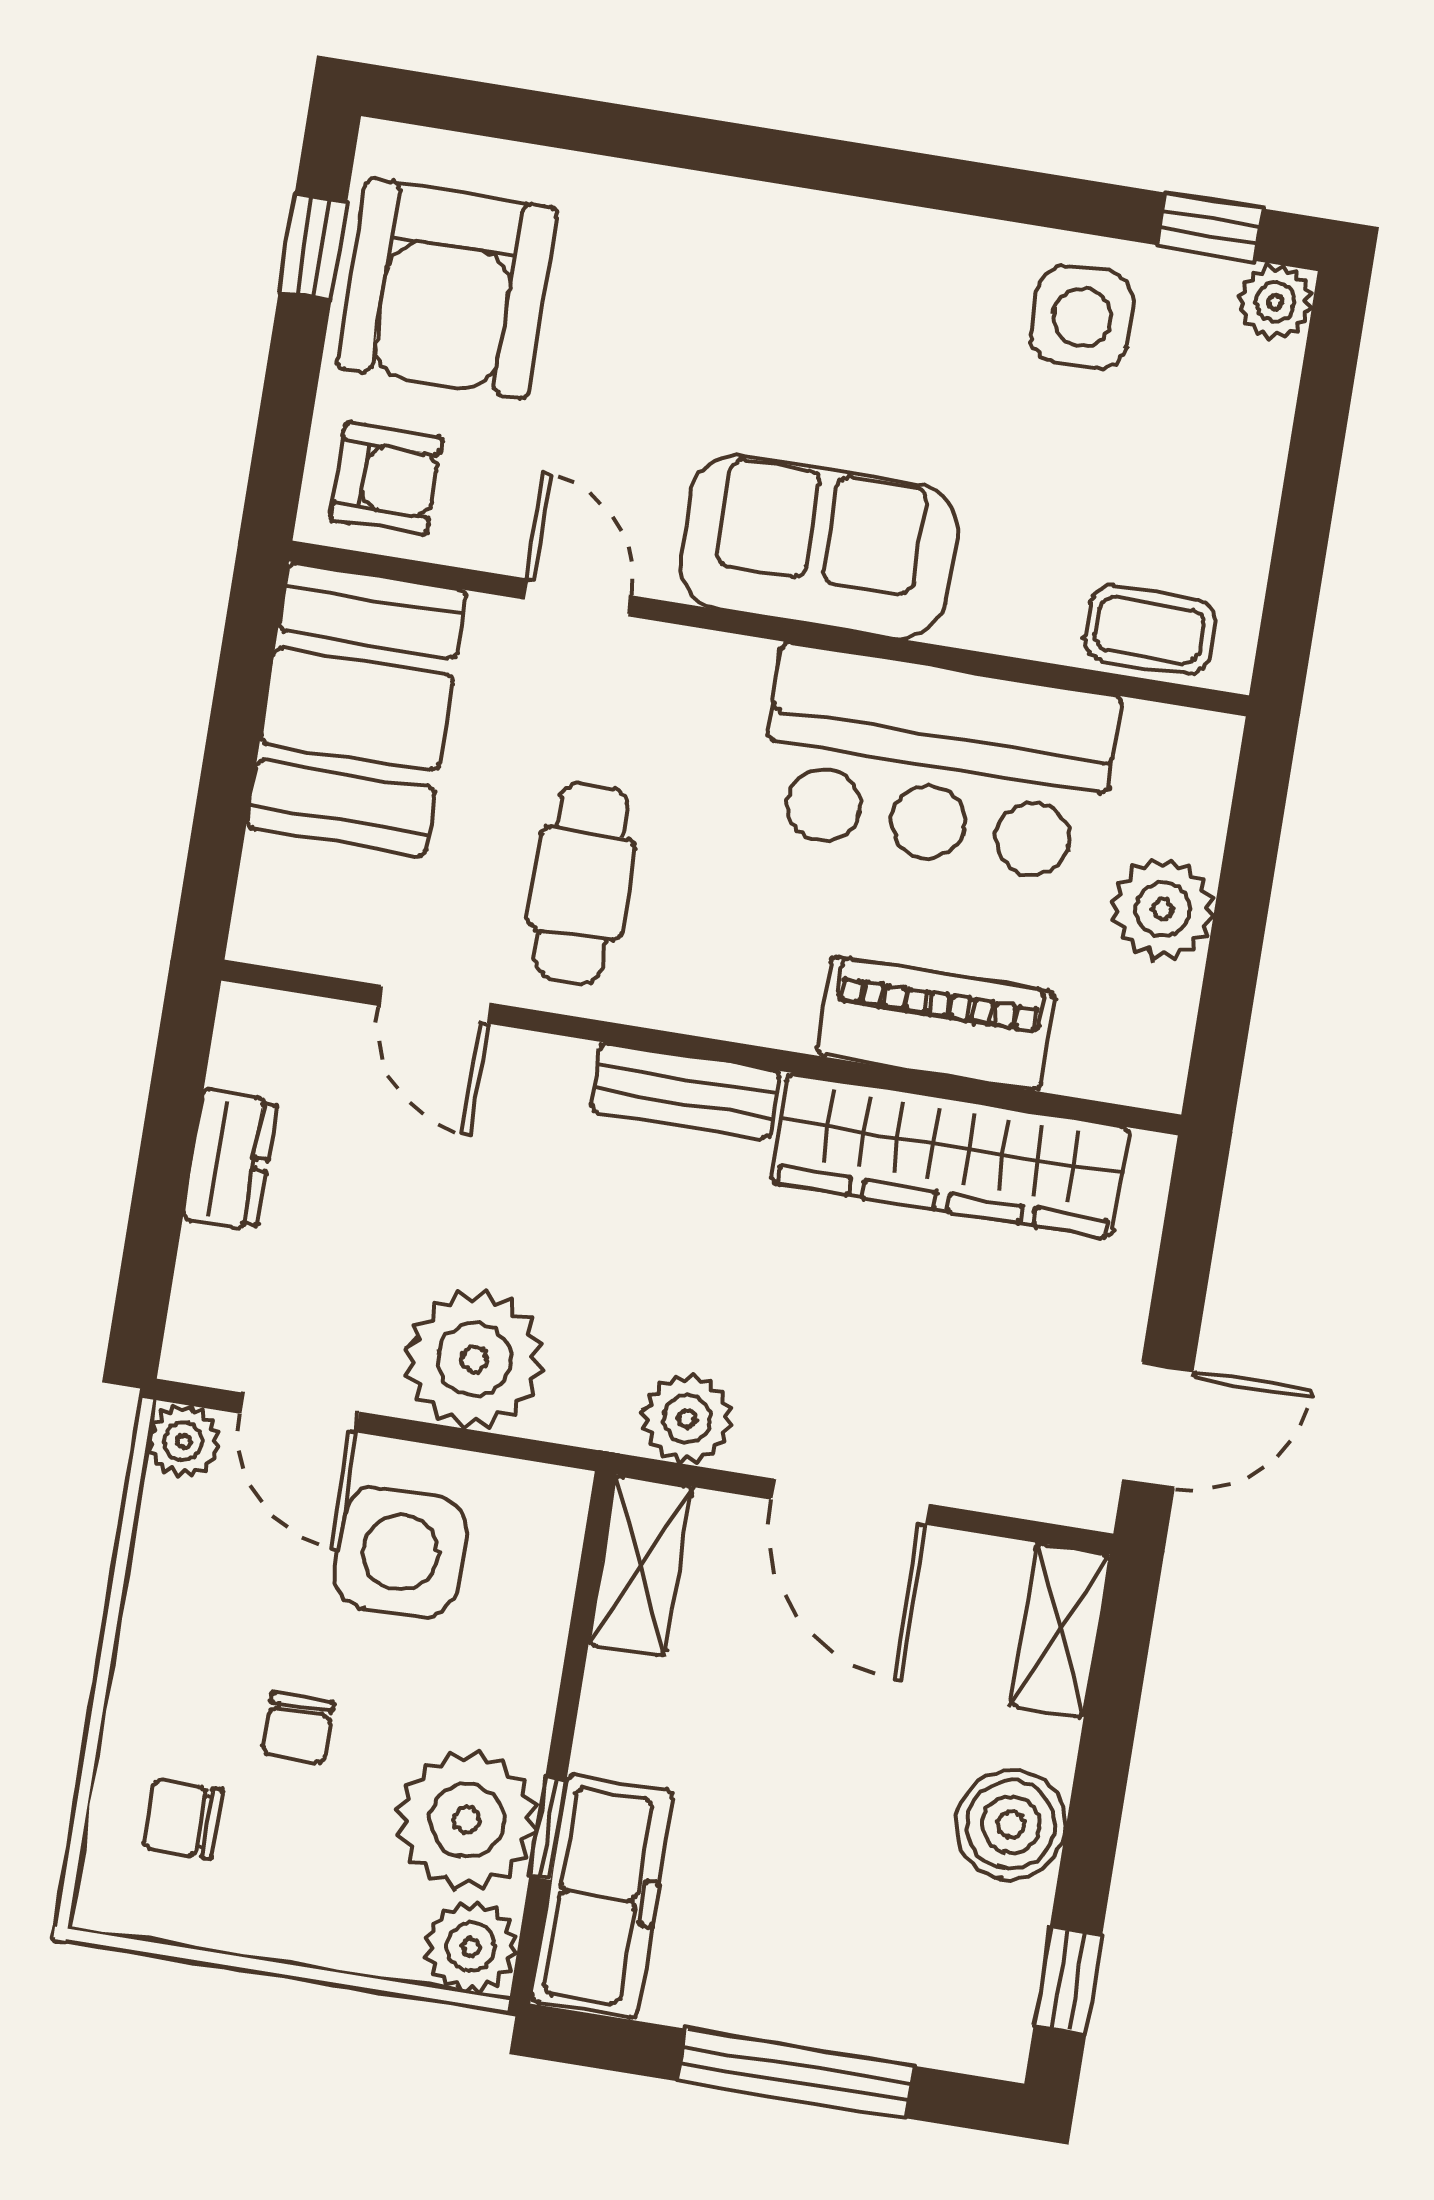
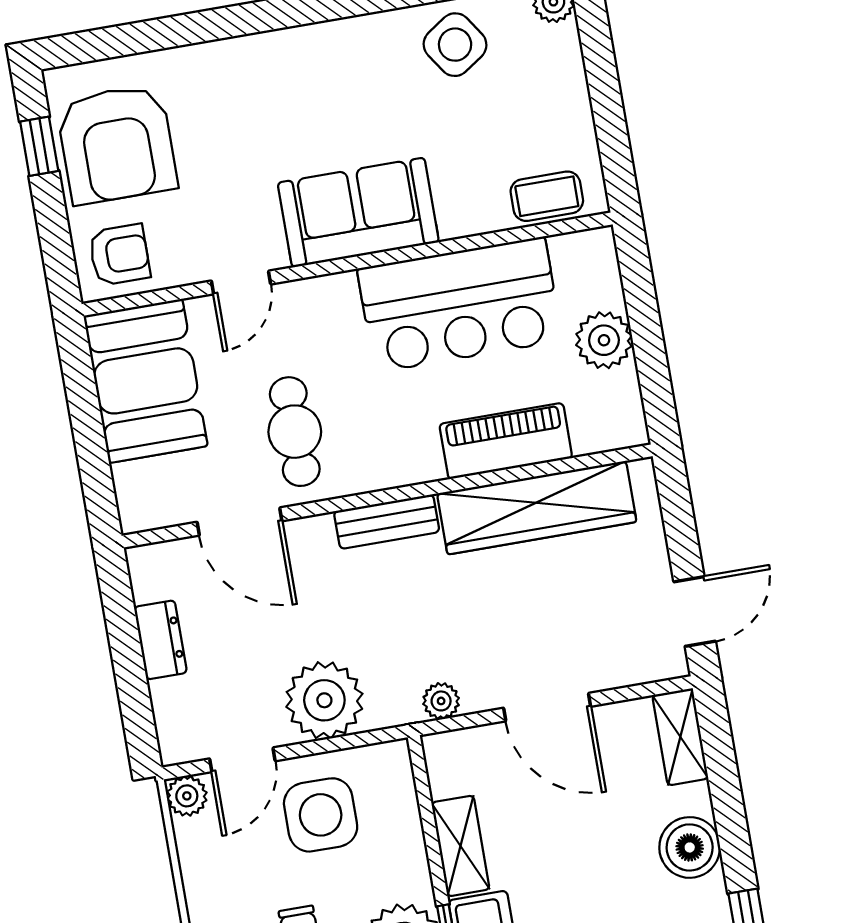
side table: (1082, 317) -> (455, 45), turned -34
door: (577, 597) -> (241, 282), swing flipped
door: (434, 1004) -> (240, 522), width x1.38
door: (299, 1413) -> (242, 760), hinge flipped
plant: (687, 1419) -> (441, 701), width x0.73, depth x0.73
shelving: (640, 1566) -> (460, 846), moved

